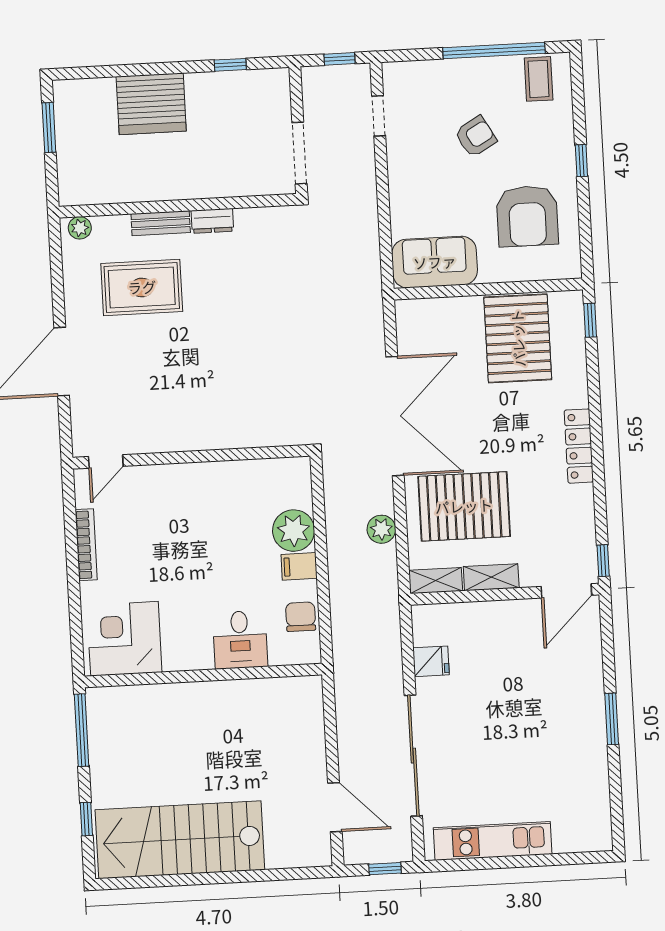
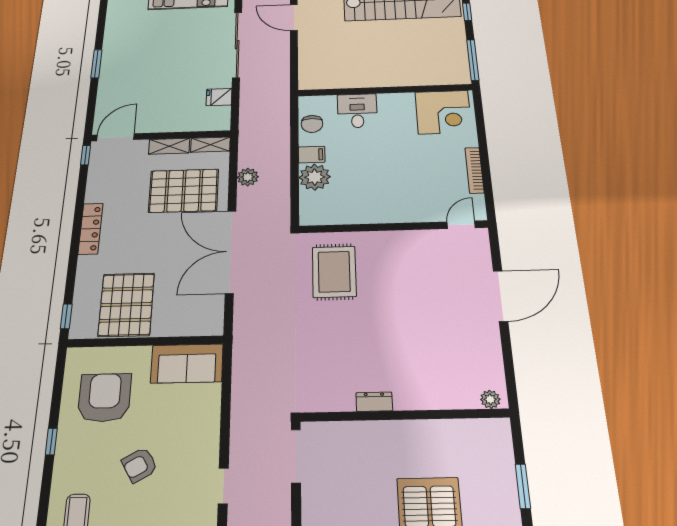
bench: (161, 223) -> (419, 401), removed
rug: (142, 287) -> (334, 272), moved, turned 90

